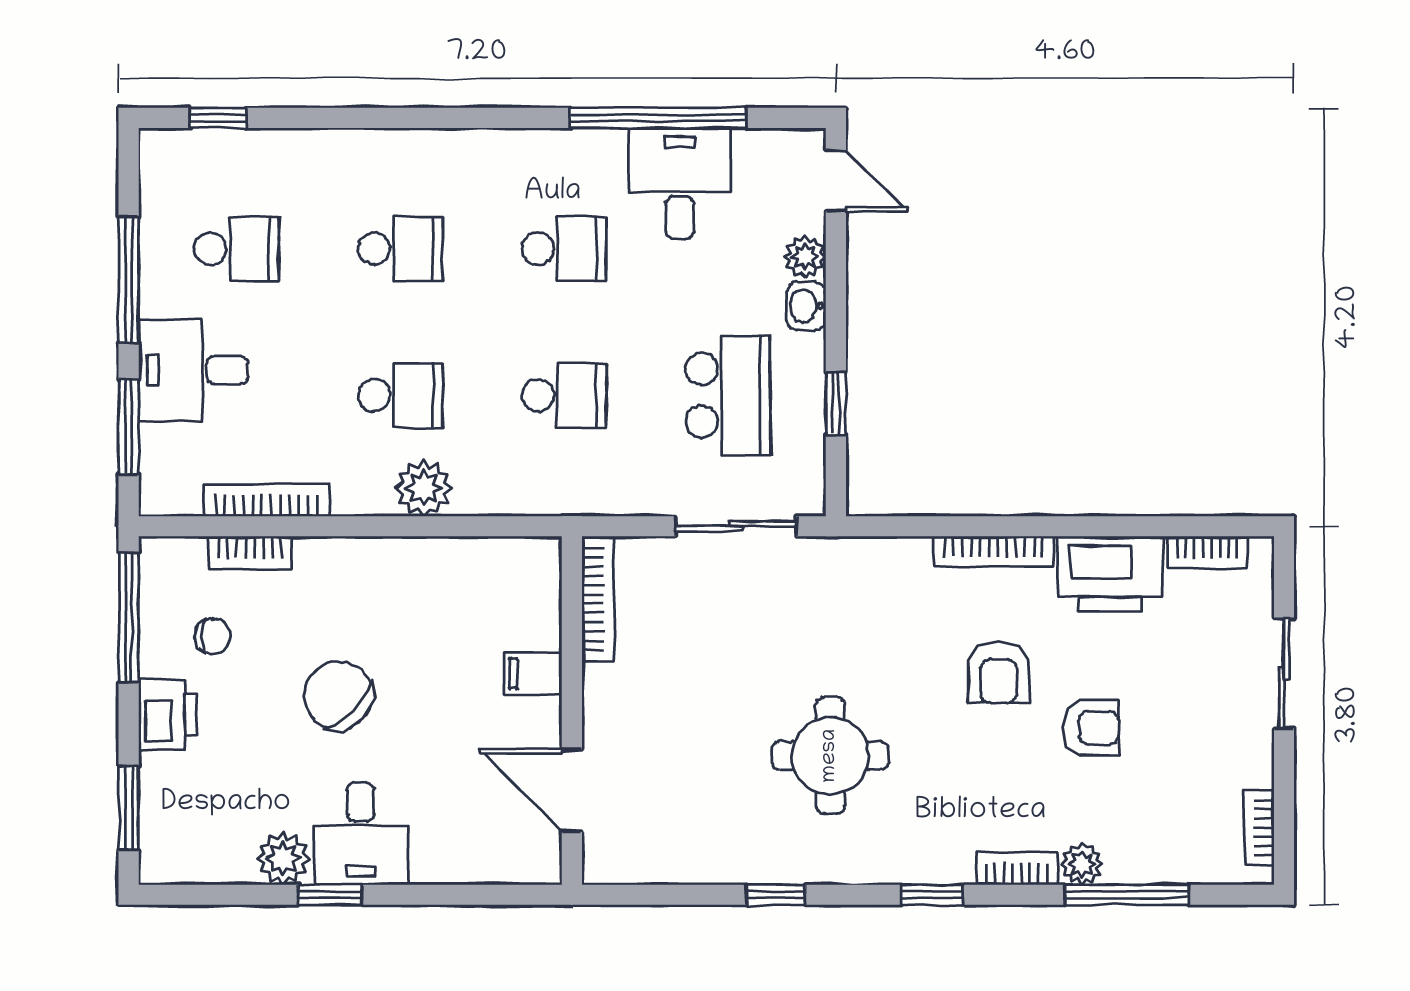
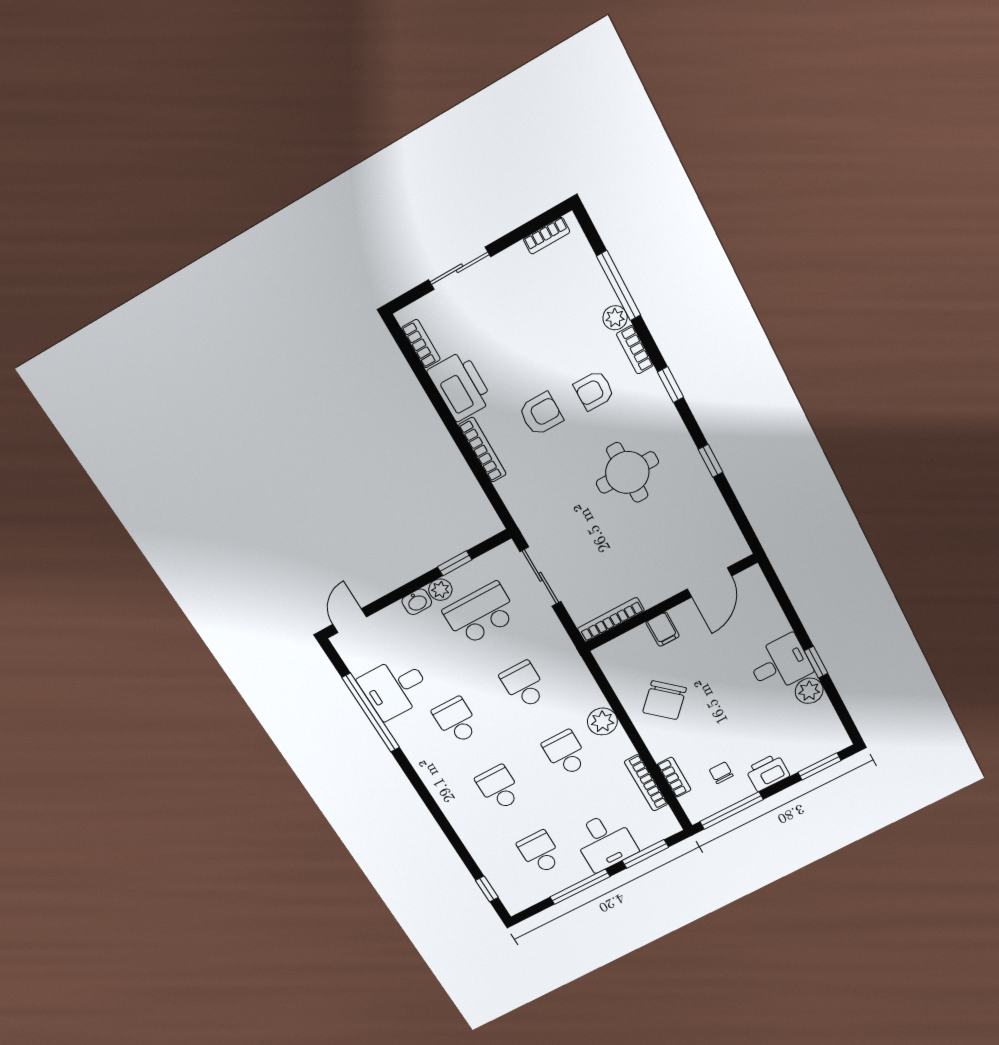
plant: (805, 257) -> (440, 590), moved
chair: (338, 695) -> (665, 700), moved
armchair: (1091, 728) -> (594, 390), moved, turned -90

